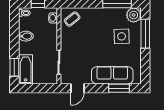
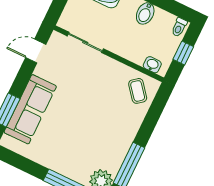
side table: (122, 36) -> (79, 149), removed
door: (77, 88) -> (36, 51), hinge flipped

